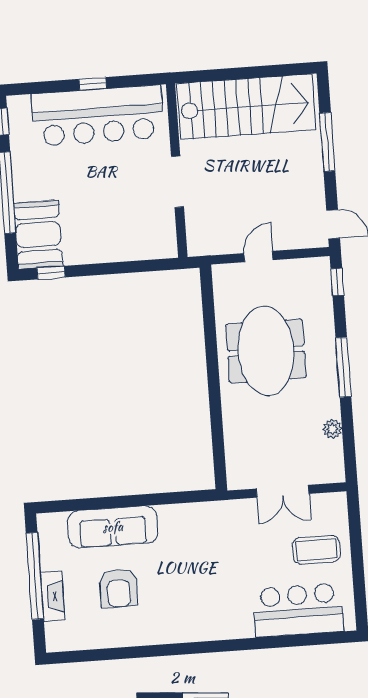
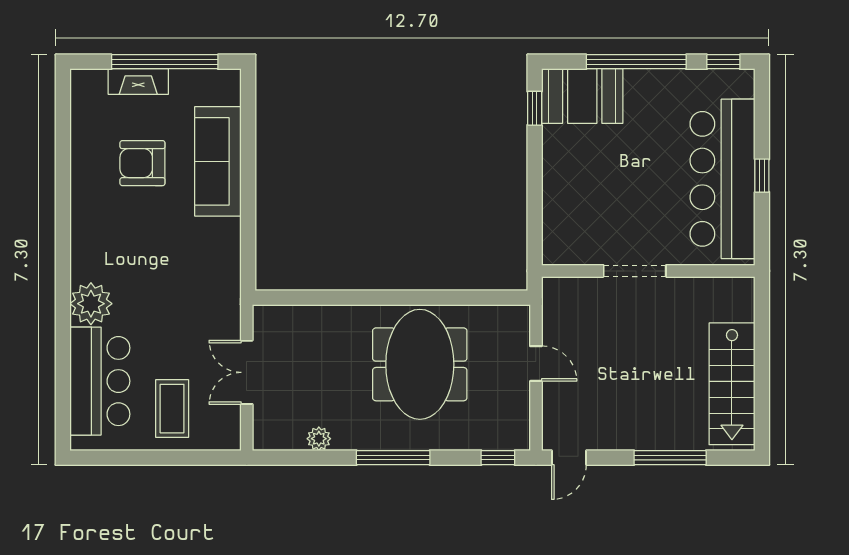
stairs: (246, 107) -> (732, 384), width x0.73, depth x0.66
meeting table: (266, 351) -> (420, 364), turned 90
plant: (236, 622) -> (91, 304), added

